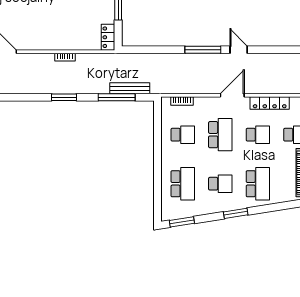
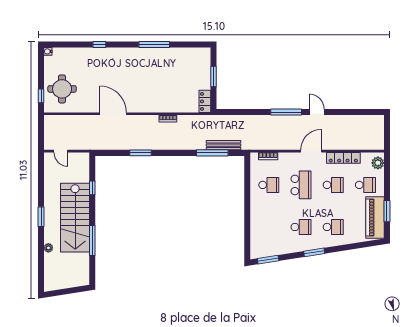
window: (64, 97) -> (141, 153), moved
school desk: (183, 184) -> (269, 227), removed
school desk: (258, 184) -> (333, 227), width x0.54

